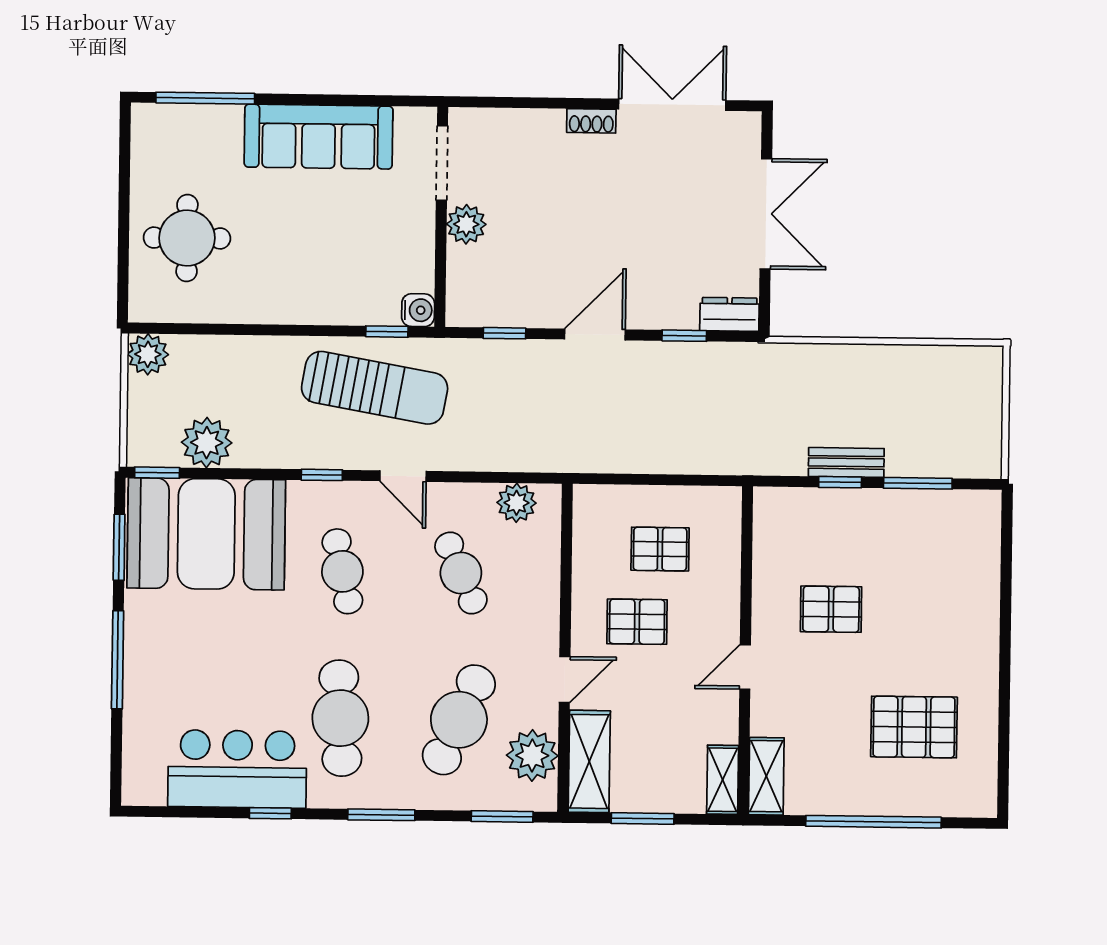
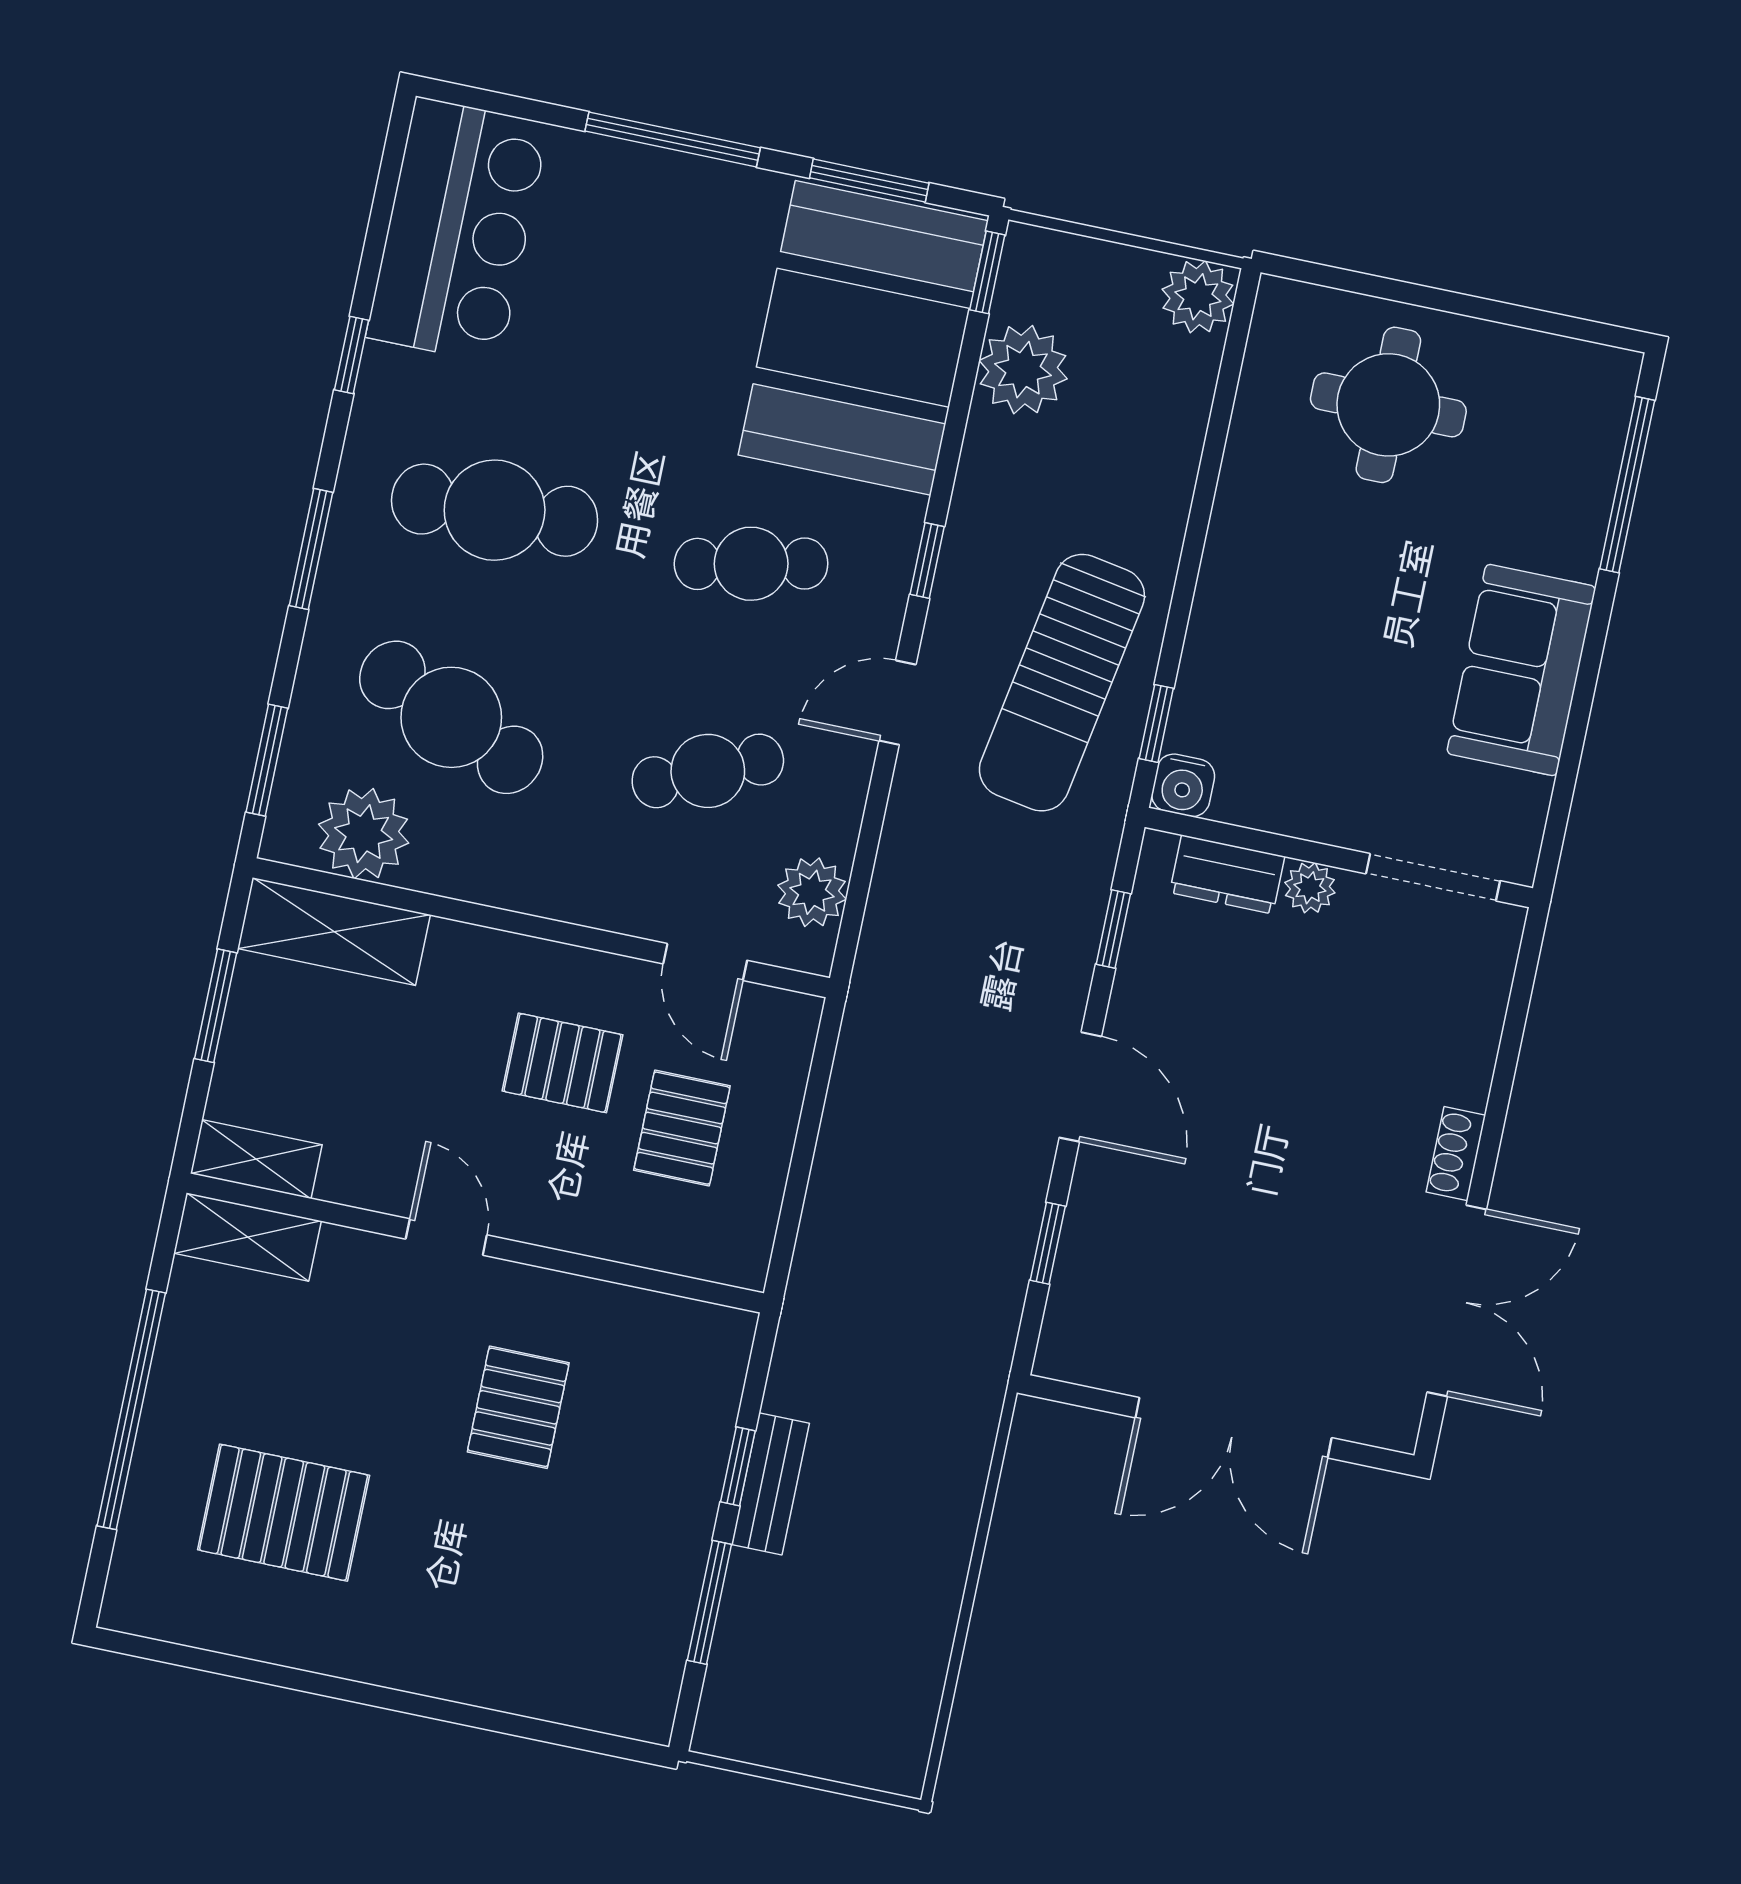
sofa: (319, 137) -> (1521, 670), width x0.73
plant: (466, 224) -> (1310, 888), width x0.73, depth x0.73
dresser: (729, 314) -> (1227, 874), moved, turned 90
pallet: (637, 622) -> (562, 1063), turned 90
door: (565, 680) -> (705, 962), moved
pallet: (914, 727) -> (284, 1513), turned 90
bar counter: (237, 769) -> (458, 230), moved

